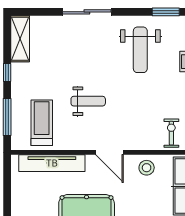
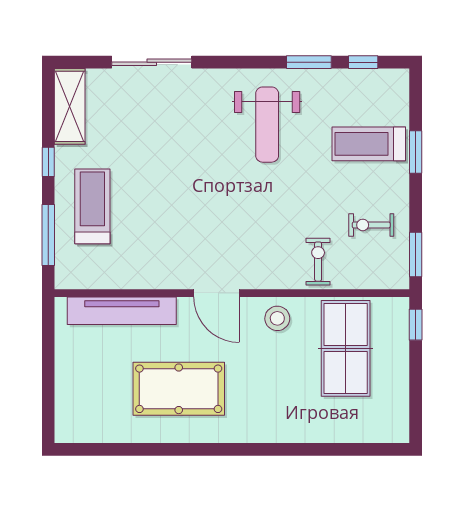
sliding door: (87, 12) -> (152, 62), moved
weight bench: (88, 101) -> (181, 209), removed
treadmill: (42, 123) -> (92, 206), moved

